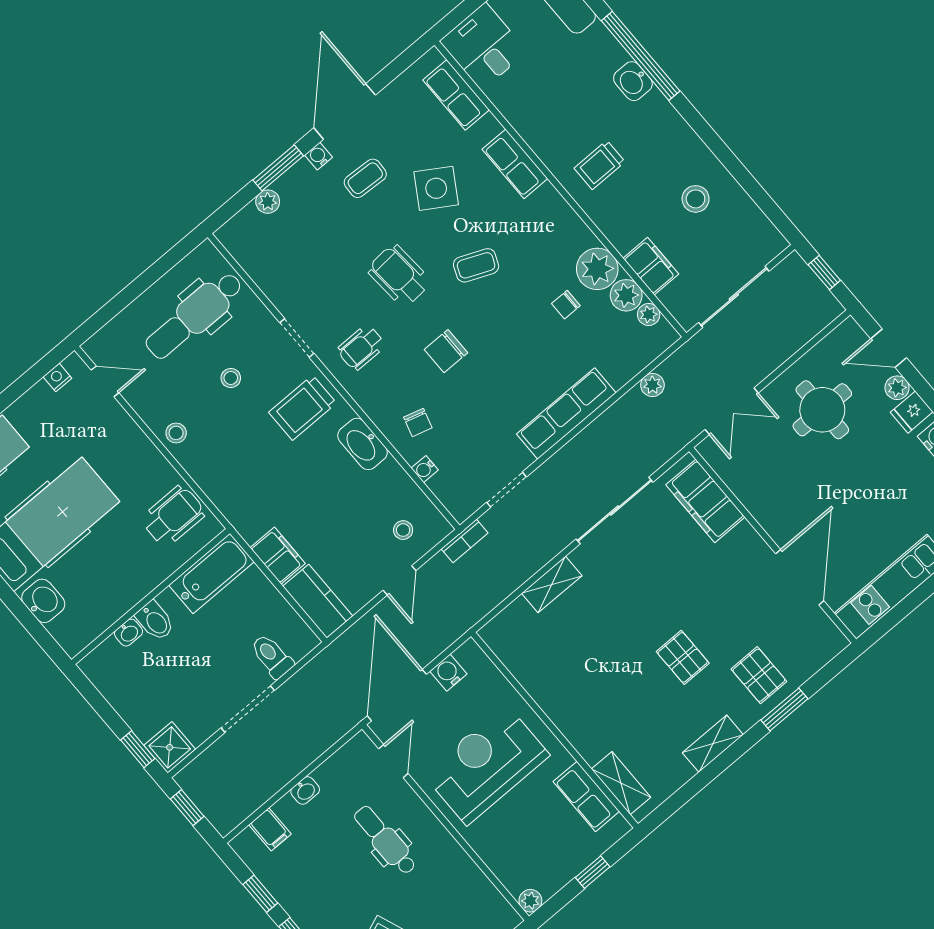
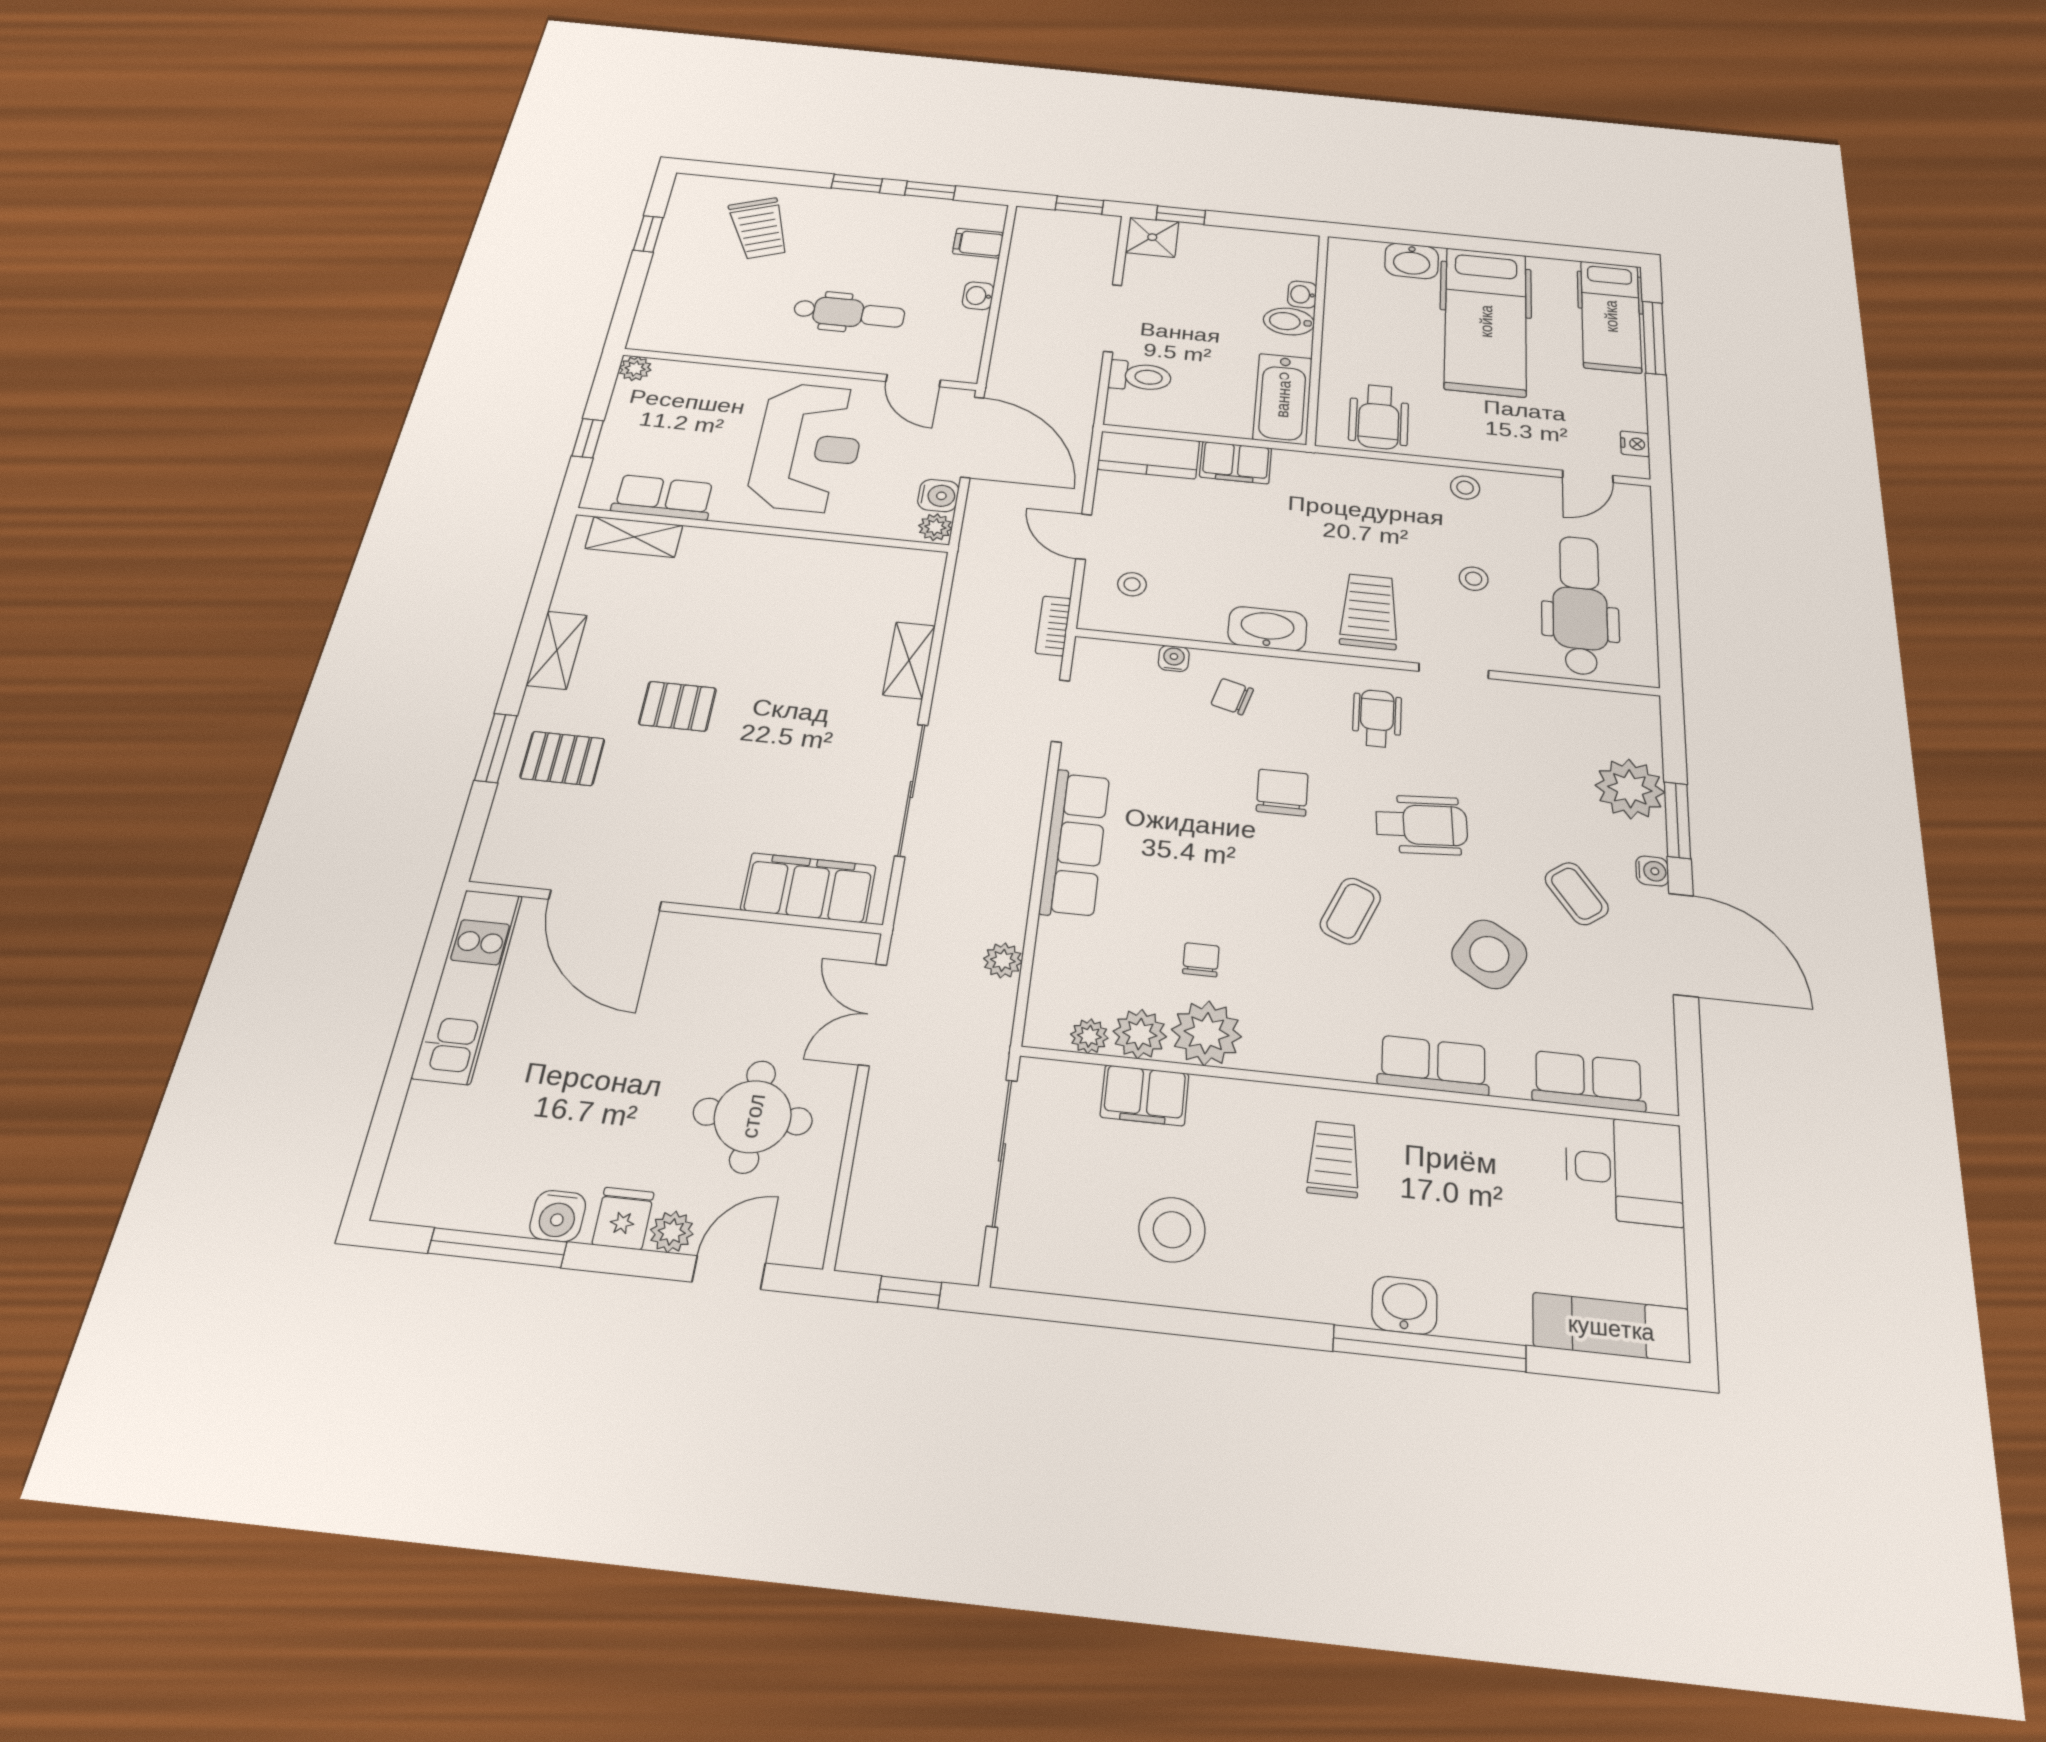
coffee table: (365, 178) -> (1577, 894), turned -39
stool: (696, 199) -> (1172, 1230), width x1.38, depth x1.38
plant: (268, 202) -> (1630, 789), width x1.87, depth x1.87
plant: (468, 654) -> (935, 527), added

